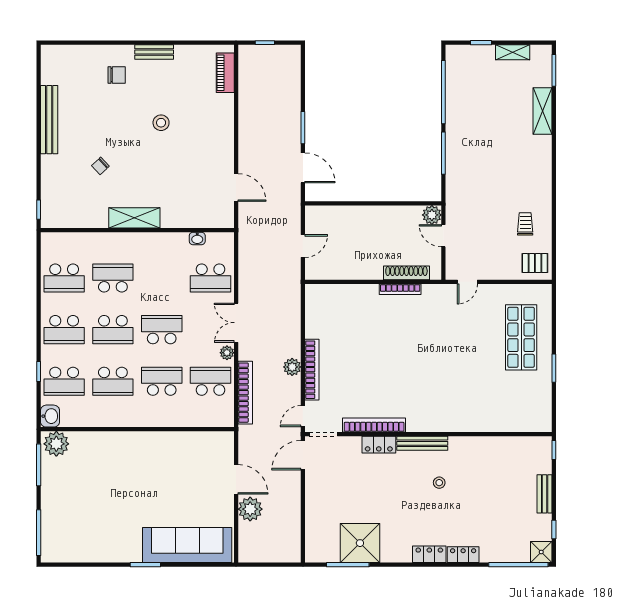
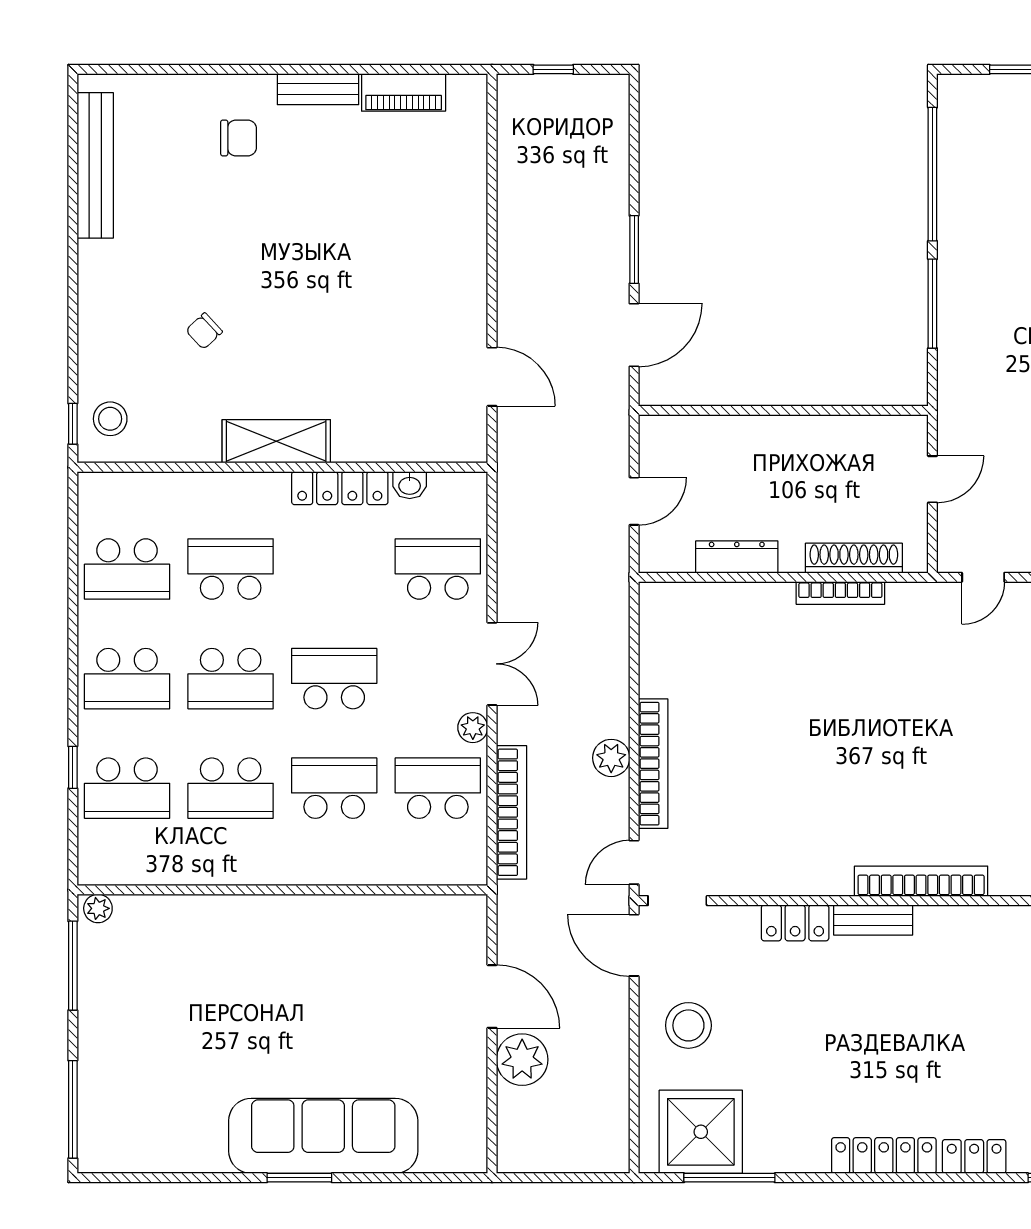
piano: (225, 73) -> (404, 92), moved, turned -90
bench: (49, 120) -> (95, 165), moved
stool: (161, 123) -> (110, 419), moved
door: (303, 168) -> (634, 335), hinge flipped
plant: (432, 215) -> (908, 435), removed
door: (443, 236) -> (932, 479), swing flipped
locker: (164, 240) -> (340, 488), added
dresser: (351, 272) -> (737, 557), added
school desk: (211, 278) -> (438, 569), turned 180
double door: (236, 323) -> (492, 664), swing flipped
washbasin: (50, 416) -> (97, 862), removed
bookcase: (374, 425) -> (921, 881), moved
bench: (422, 443) -> (873, 920), width x0.73
plant: (56, 444) -> (98, 908), width x0.53, depth x0.53
door: (303, 455) -> (634, 945), hinge flipped
stool: (439, 483) -> (688, 1025), moved, width x1.89, depth x1.89
shower: (360, 543) -> (701, 1132), moved
sofa: (187, 545) -> (323, 1136), moved
locker: (429, 554) -> (884, 1156), width x1.53

